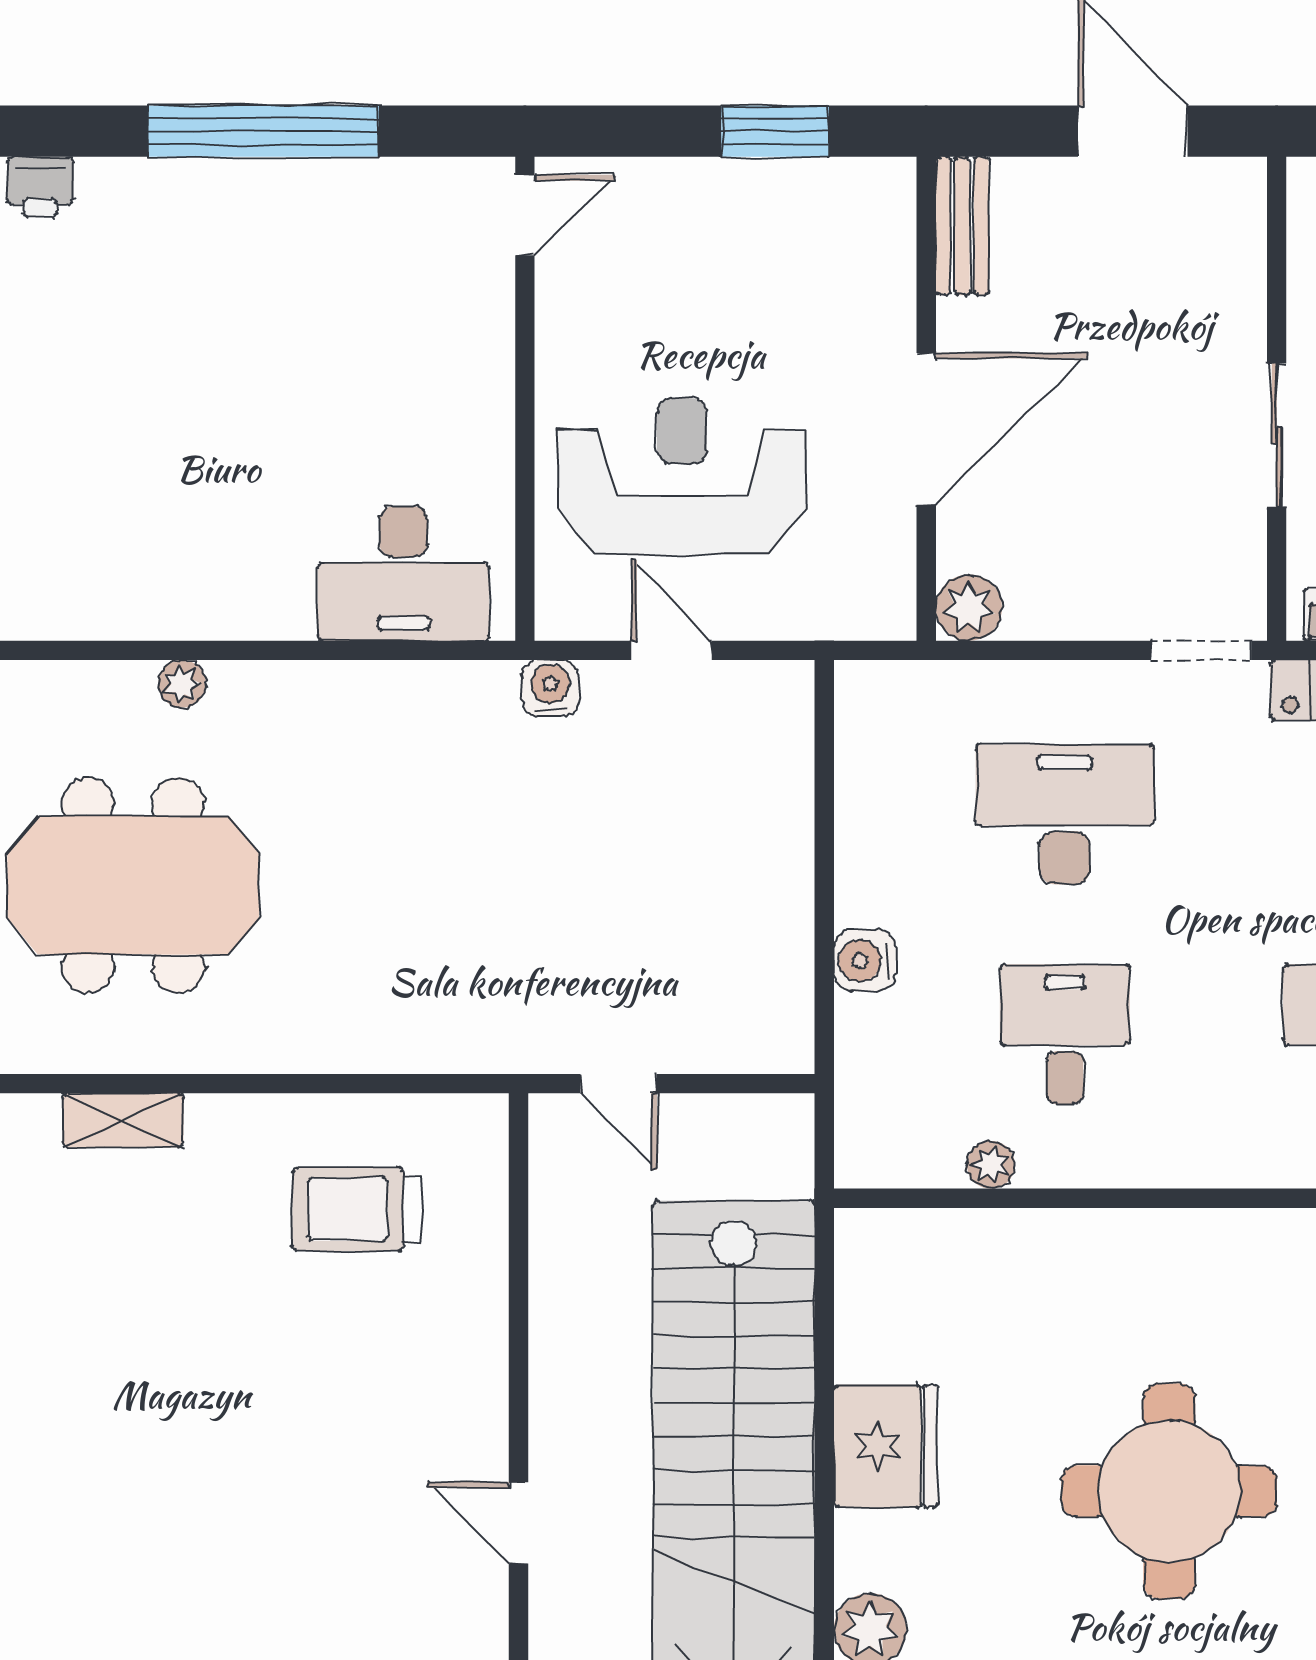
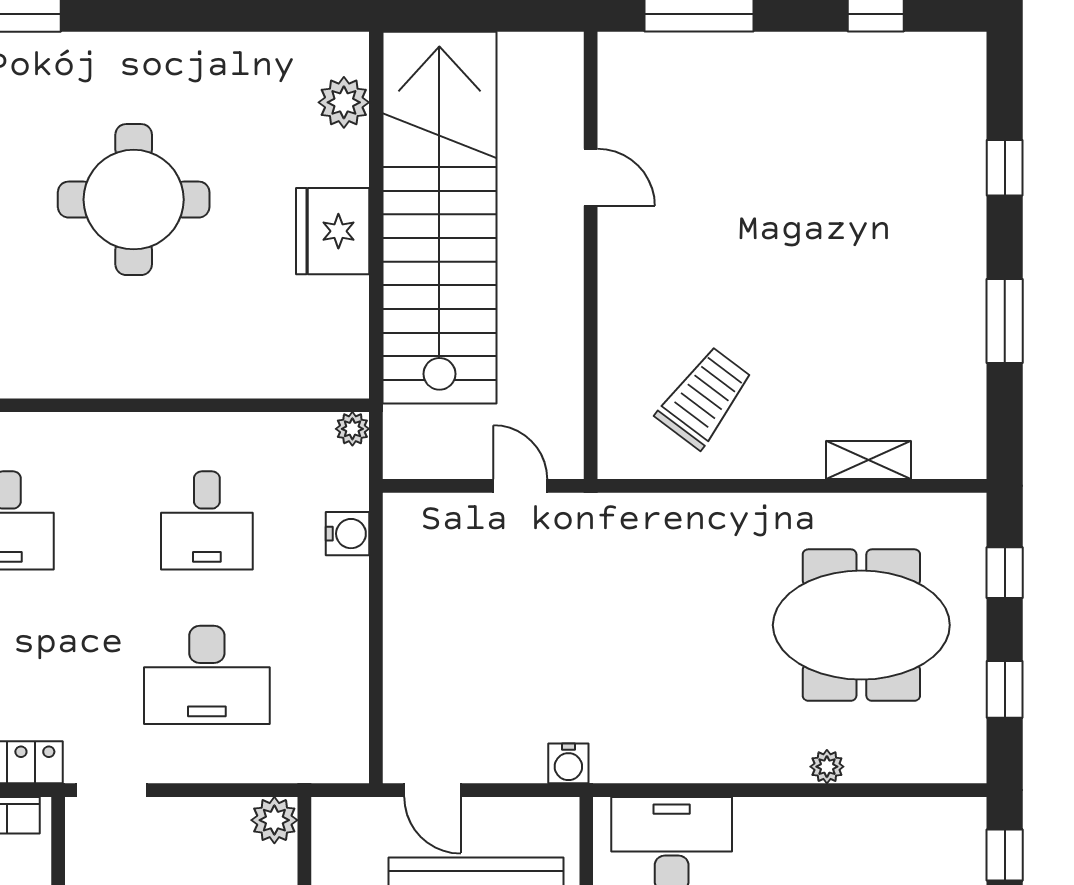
door: (671, 650) -> (432, 790), moved
water cooler: (865, 961) -> (347, 534), moved
plant: (991, 1165) -> (352, 429), moved
trolley: (357, 1209) -> (704, 398), turned -53

